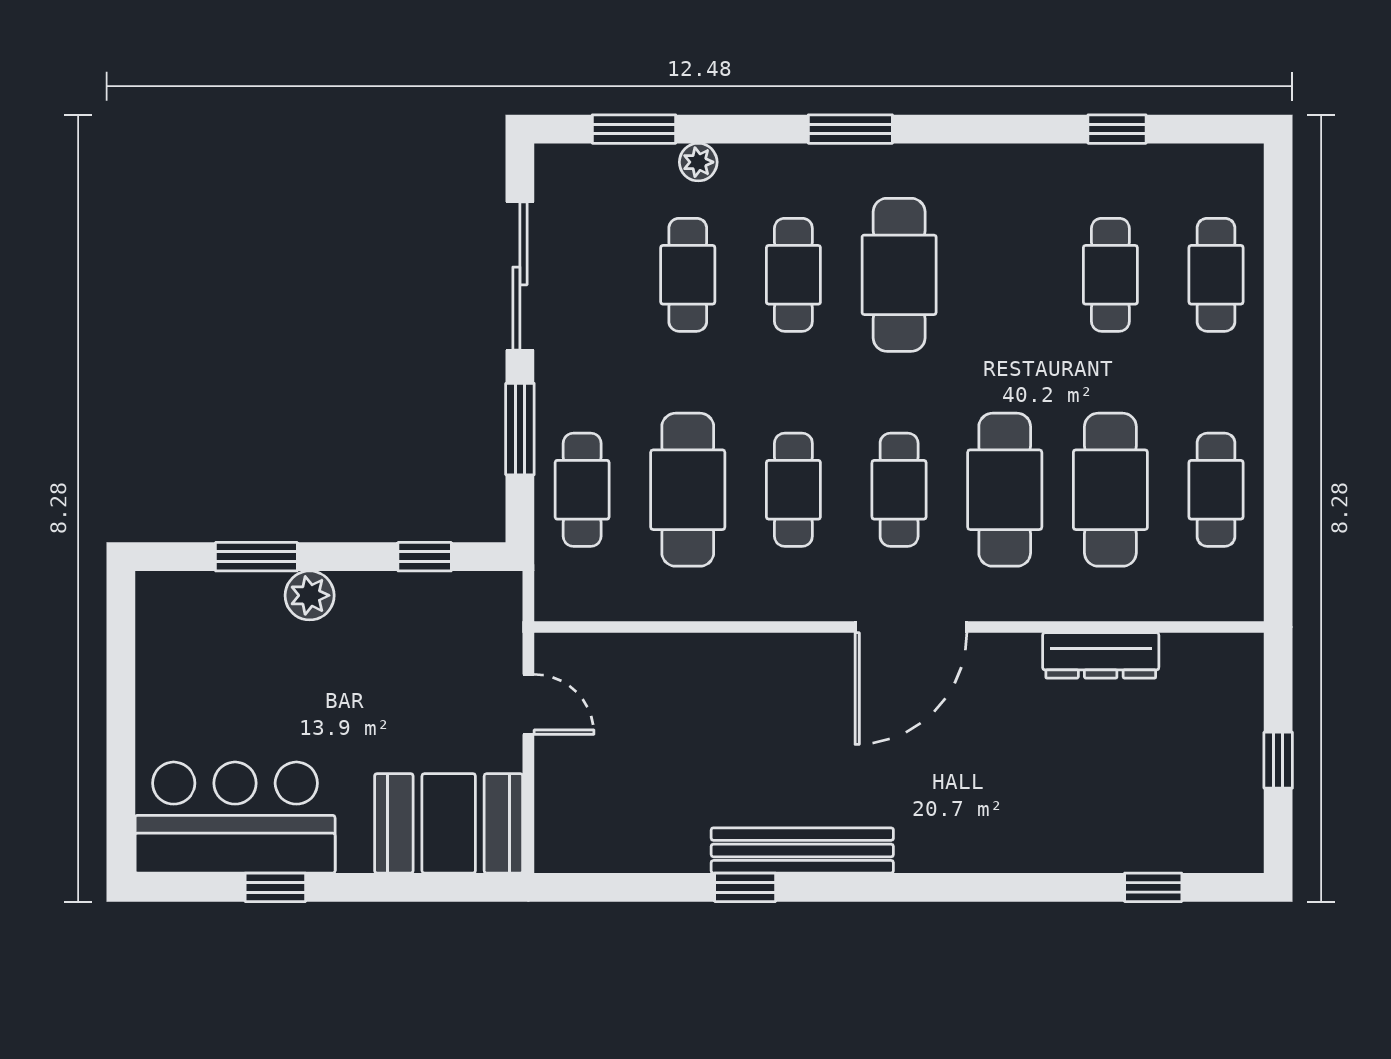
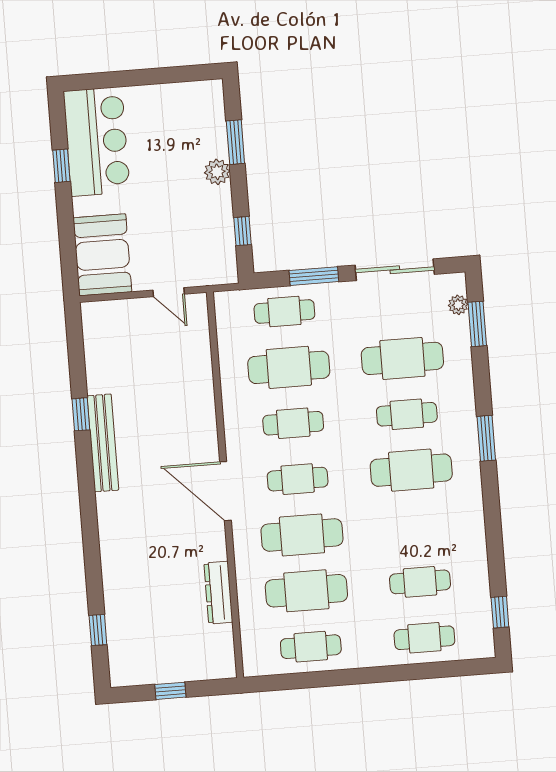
window: (1117, 129) -> (500, 612), moved
plant: (698, 162) -> (458, 305), moved
cafe table: (688, 275) -> (402, 358), width x1.37, depth x1.35
door: (528, 704) -> (169, 292), hinge flipped

